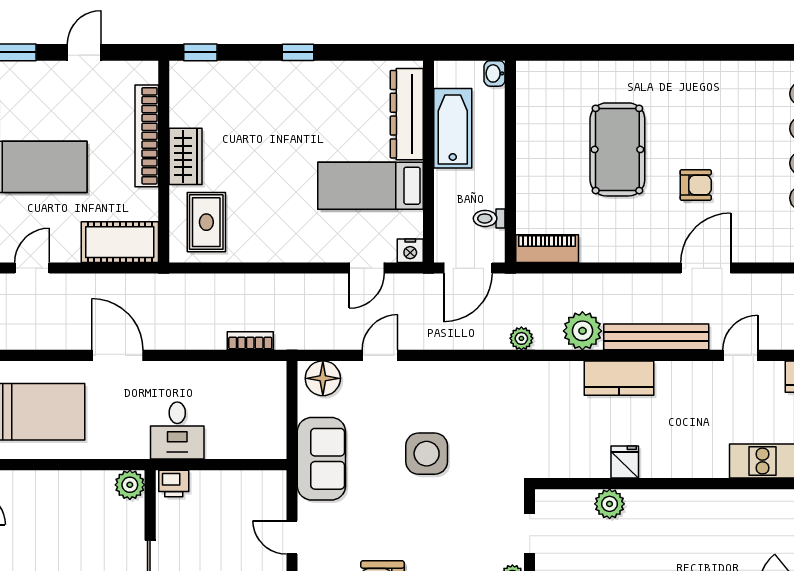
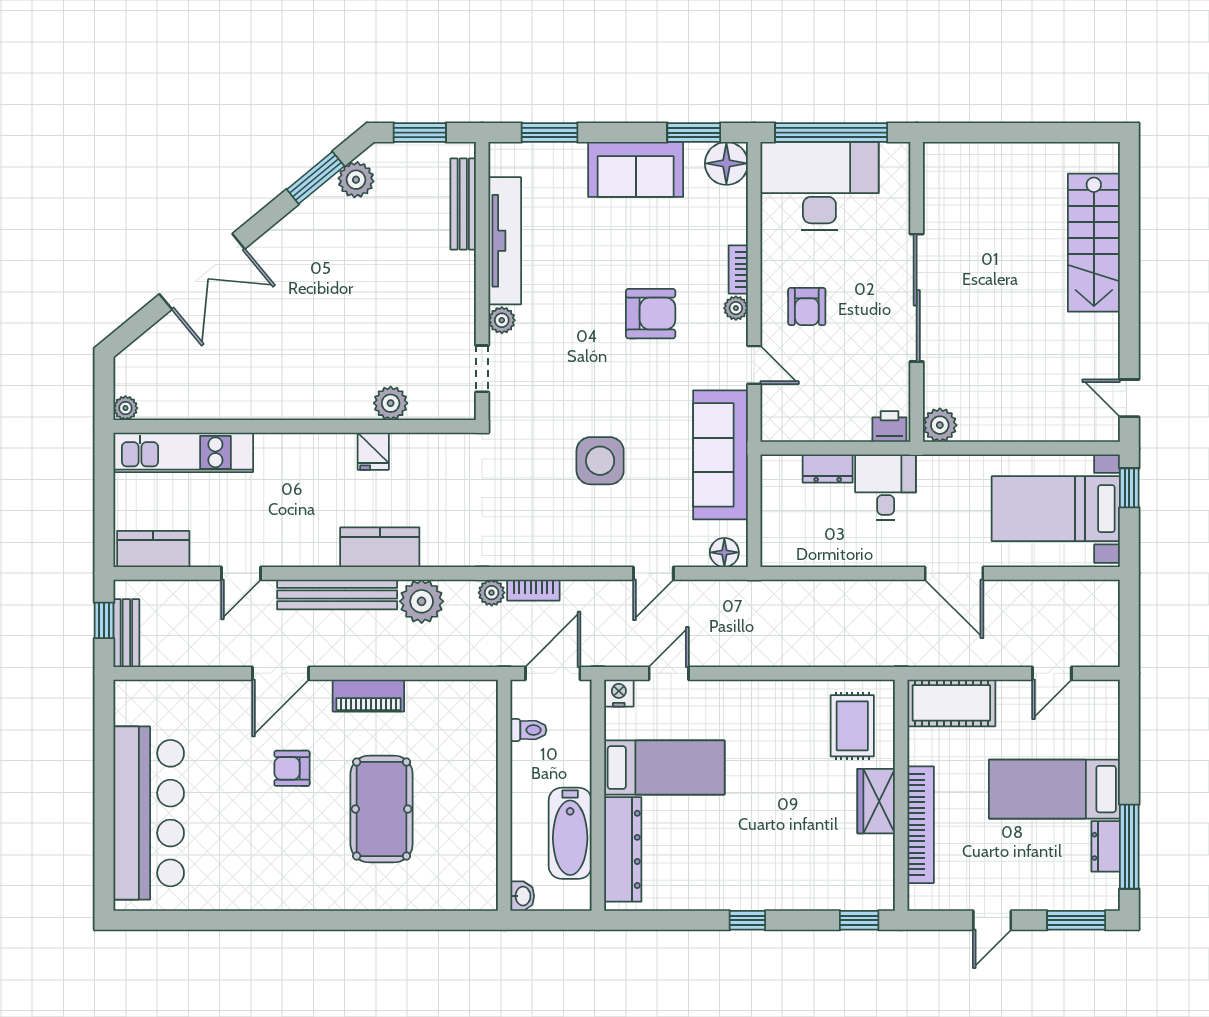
piano: (547, 249) -> (368, 696), moved
bookcase: (250, 341) -> (533, 590), moved
floor lamp: (323, 378) -> (724, 552), width x0.73, depth x0.73
dresser: (228, 447) -> (828, 469), added
sofa: (321, 459) -> (720, 455), width x1.36

